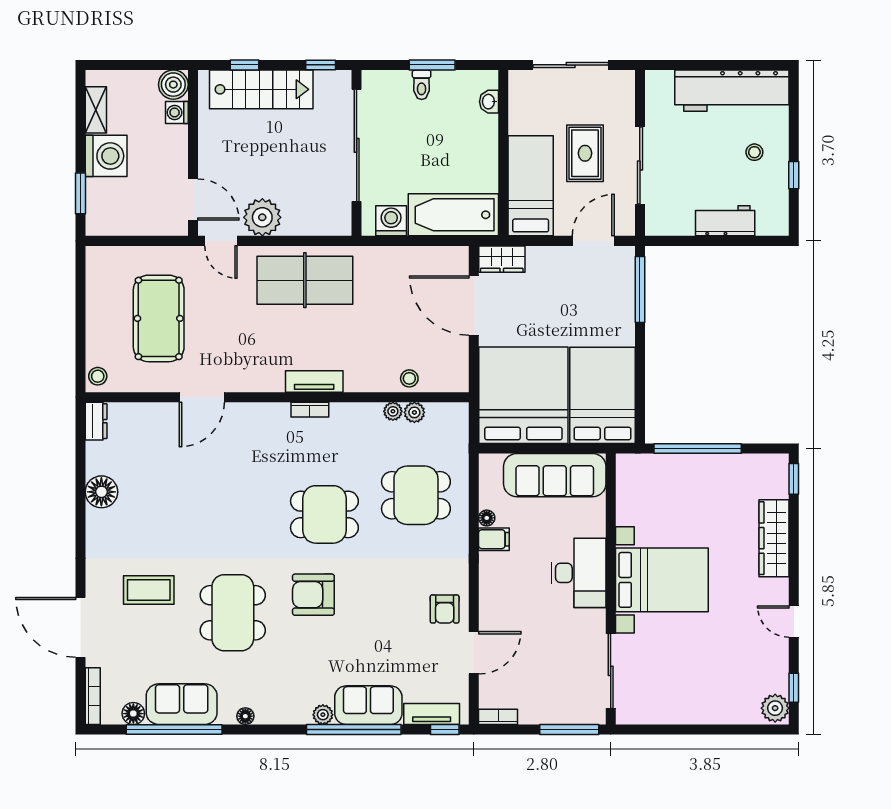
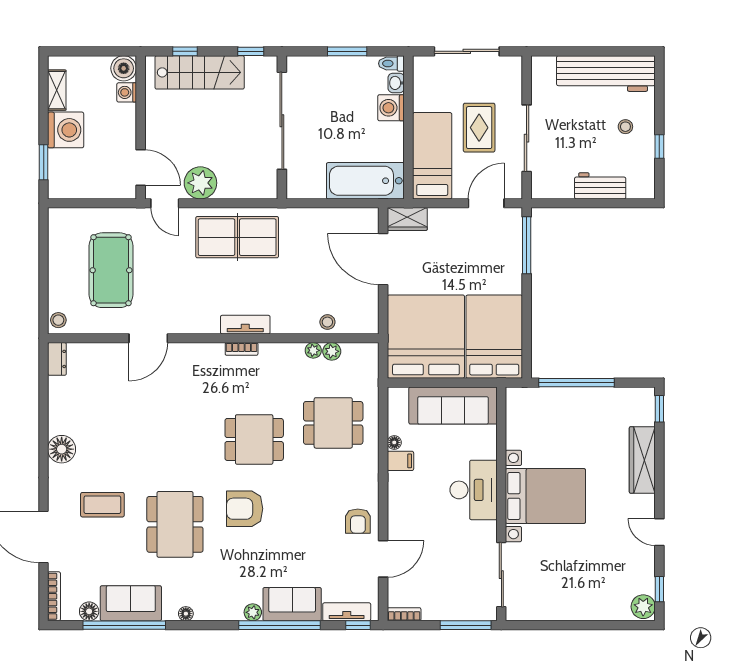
toilet: (422, 85) -> (391, 63), moved, turned 90
washing machine: (391, 221) -> (391, 108), moved, turned -90
floor lamp: (101, 492) -> (62, 449), moved

